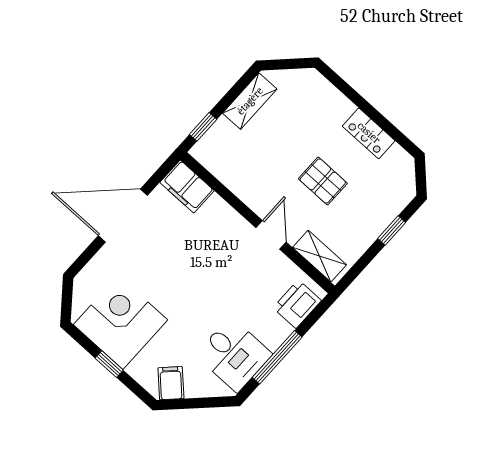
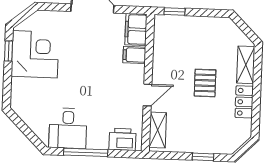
shelving: (250, 101) -> (246, 65), moved, turned 90
pallet: (323, 181) -> (205, 83), moved
window: (109, 364) -> (9, 51), moved
filing cabinet: (171, 383) -> (134, 55), moved, turned -135

